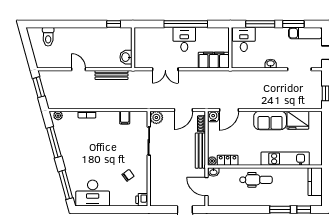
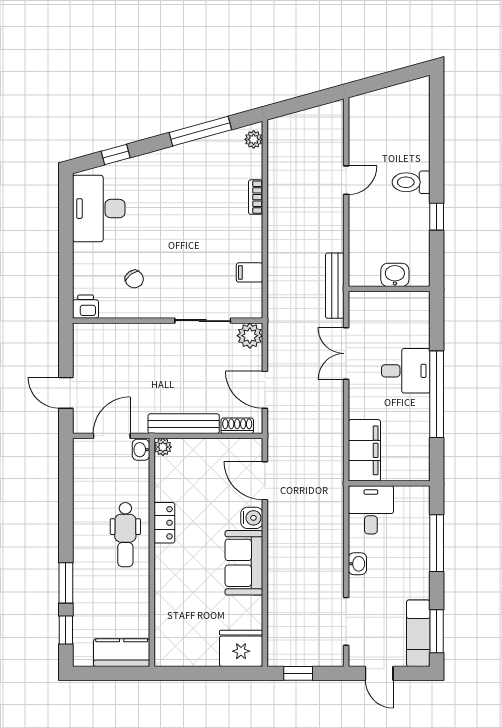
window: (114, 24) -> (437, 217), moved
window: (293, 24) -> (437, 631), moved
toilet: (48, 37) -> (411, 182), moved
desk: (184, 39) -> (406, 371), moved
desk: (244, 39) -> (371, 510), moved, turned -90
washbasin: (126, 57) -> (395, 275), moved
bench: (112, 75) -> (335, 286), moved
window: (39, 87) -> (310, 101), removed
water cooler: (213, 117) -> (252, 518), moved
fridge: (298, 120) -> (241, 648), moved, turned 90
kitchen unit: (285, 159) -> (168, 593), removed
locker: (228, 160) -> (164, 523), moved
window: (66, 185) -> (116, 155), width x0.46

